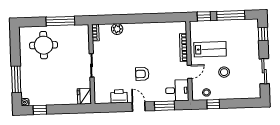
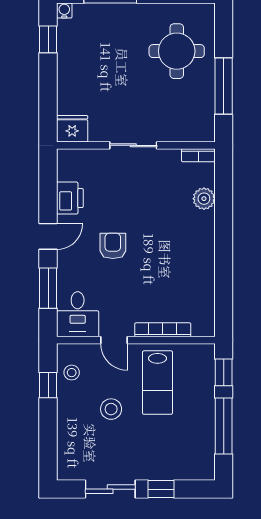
window: (263, 34) -> (161, 489), moved

